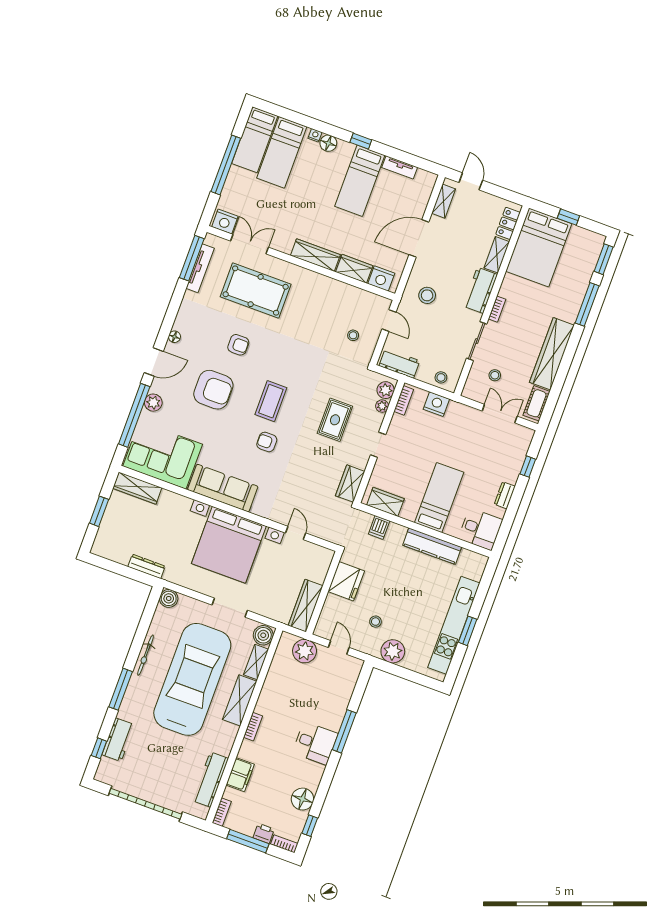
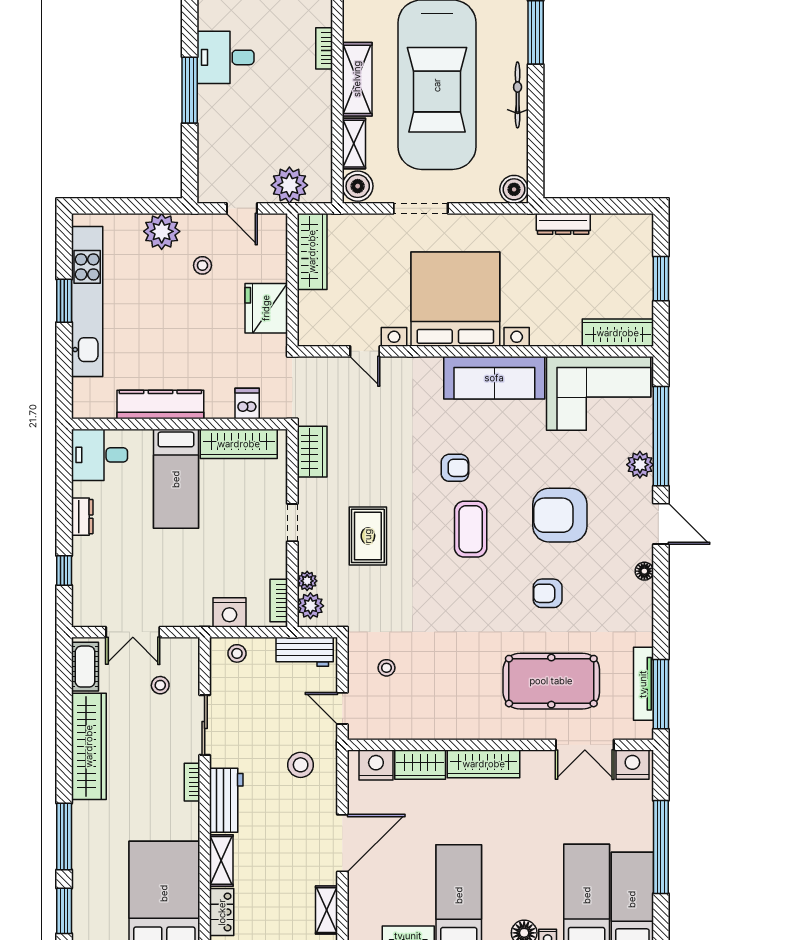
door: (154, 362) -> (661, 524), swing flipped
wardrobe: (385, 502) -> (239, 444), width x1.50

